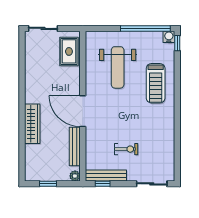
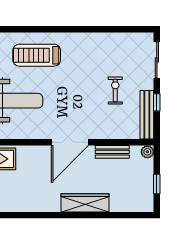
treadmill: (156, 83) -> (37, 55), turned 180
bench: (75, 147) -> (112, 152), width x0.73
window: (103, 184) -> (157, 102), moved

